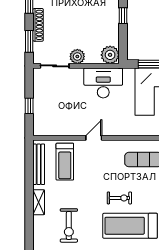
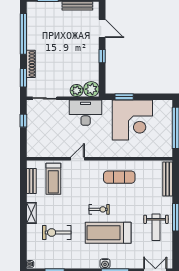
plant: (77, 56) -> (77, 91), moved
window: (29, 106) -> (23, 121), moved
bench: (39, 164) -> (31, 181), width x0.73
exercise bike: (69, 225) -> (57, 232), turned 90

